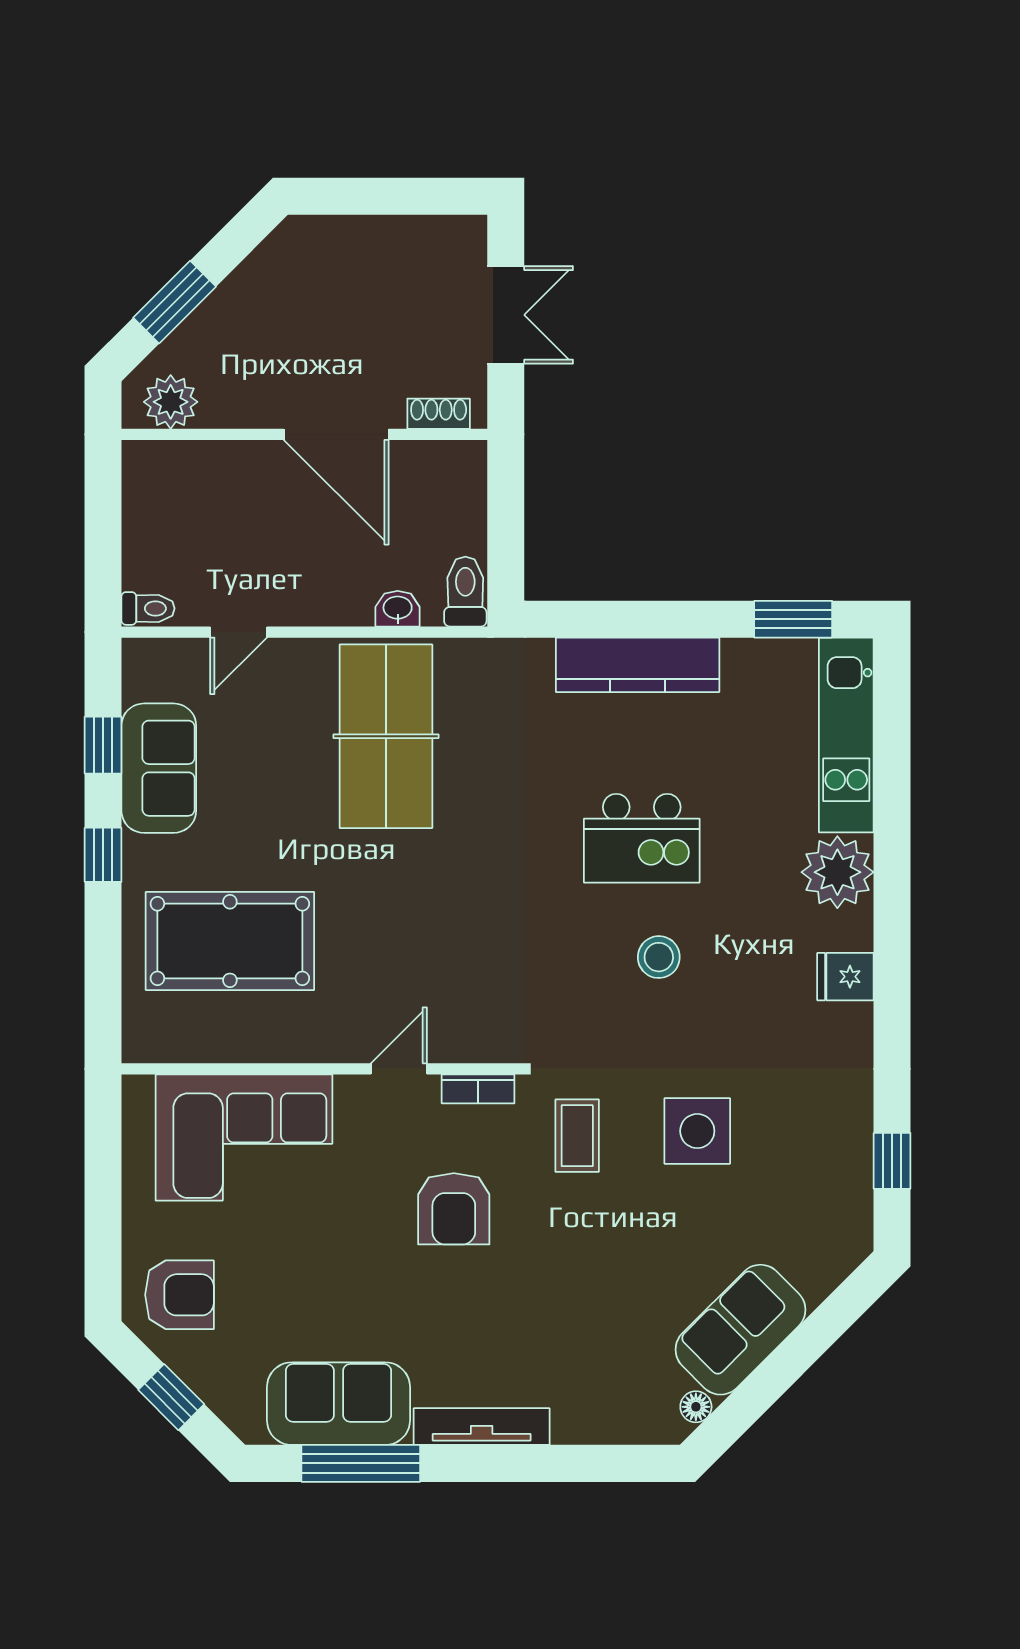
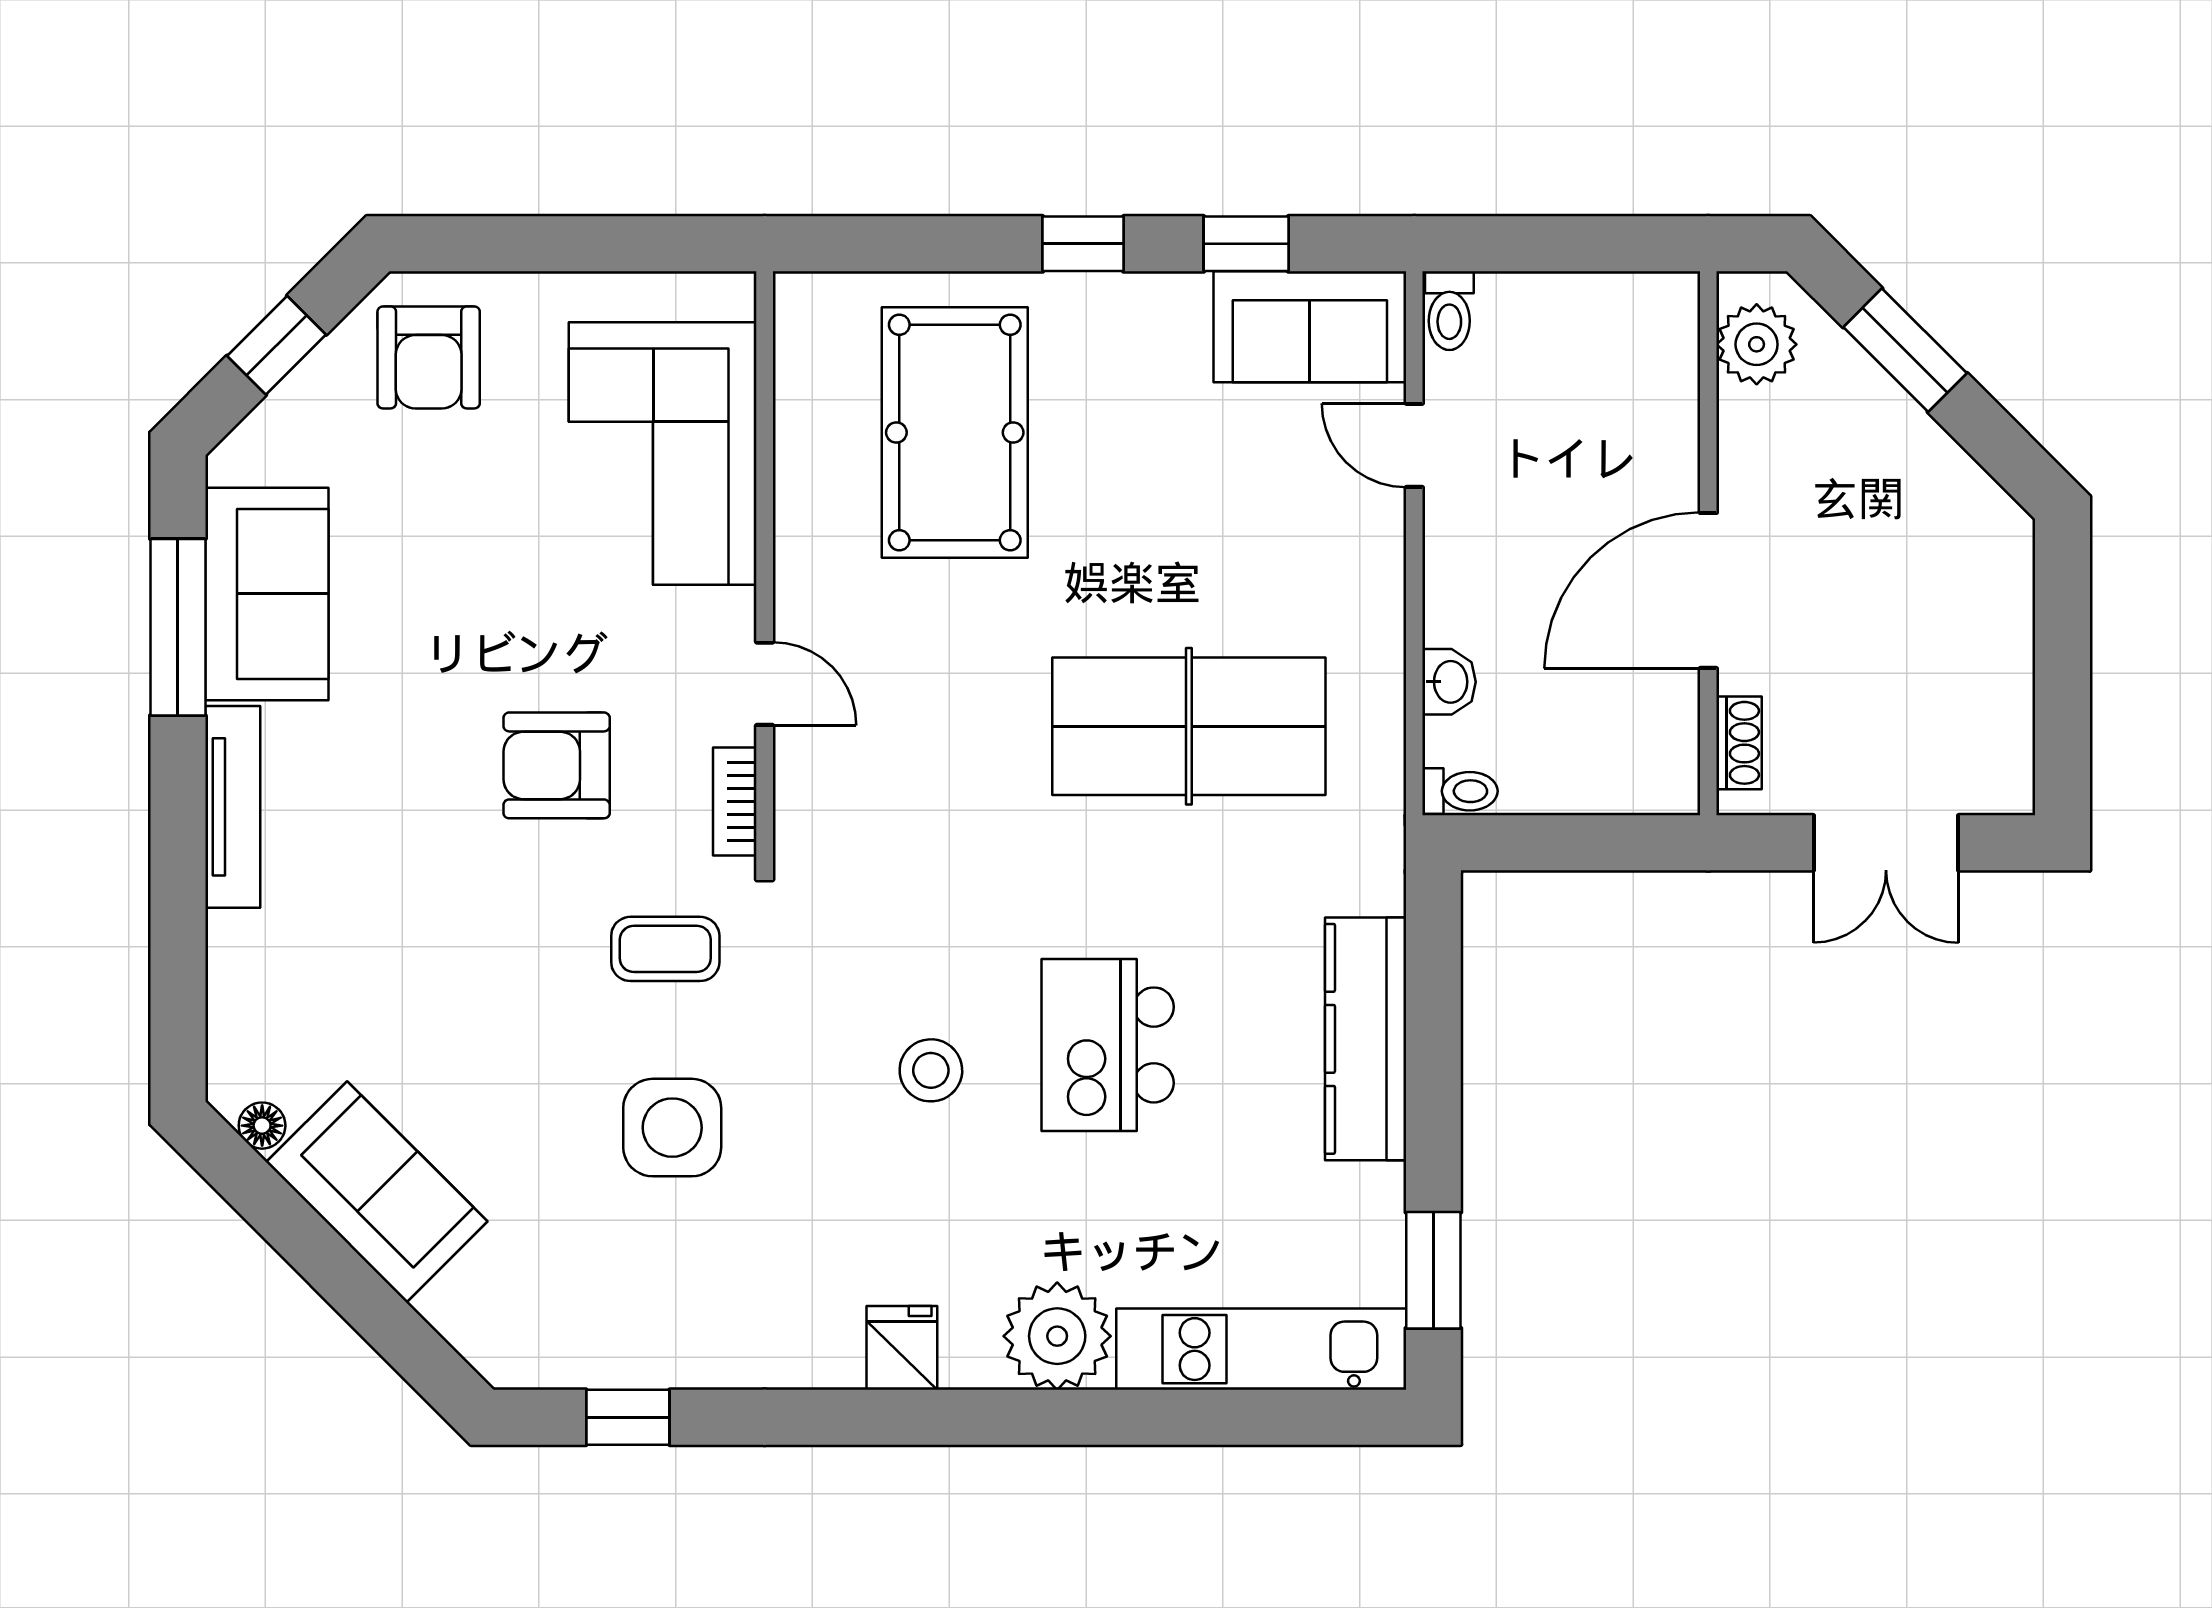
toilet: (465, 592) -> (1460, 791), width x0.73, depth x0.72
table tennis table: (386, 736) -> (1189, 726), moved
sofa: (159, 768) -> (1310, 327), moved

